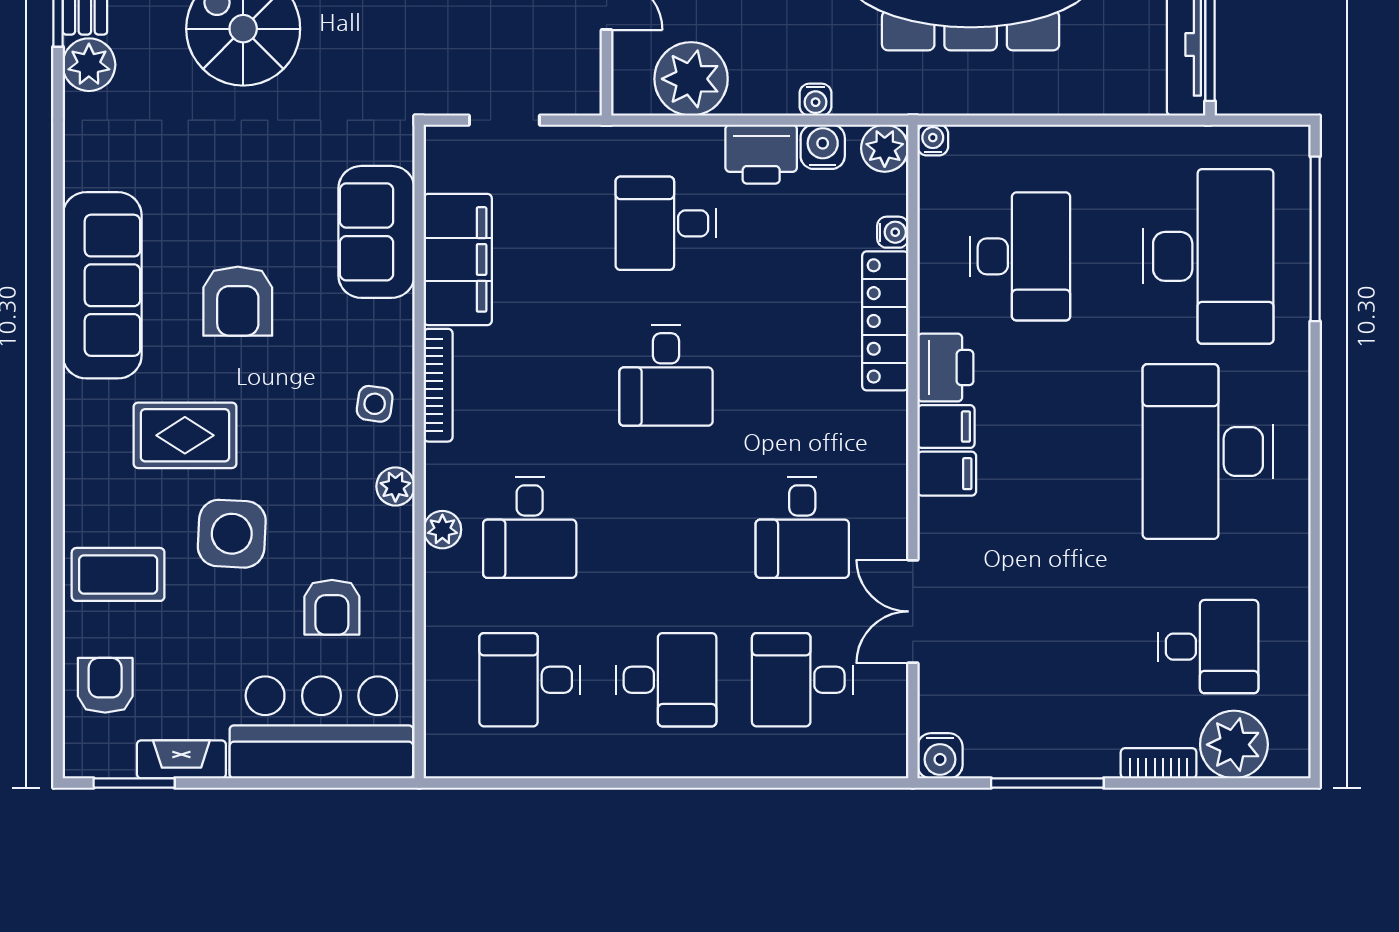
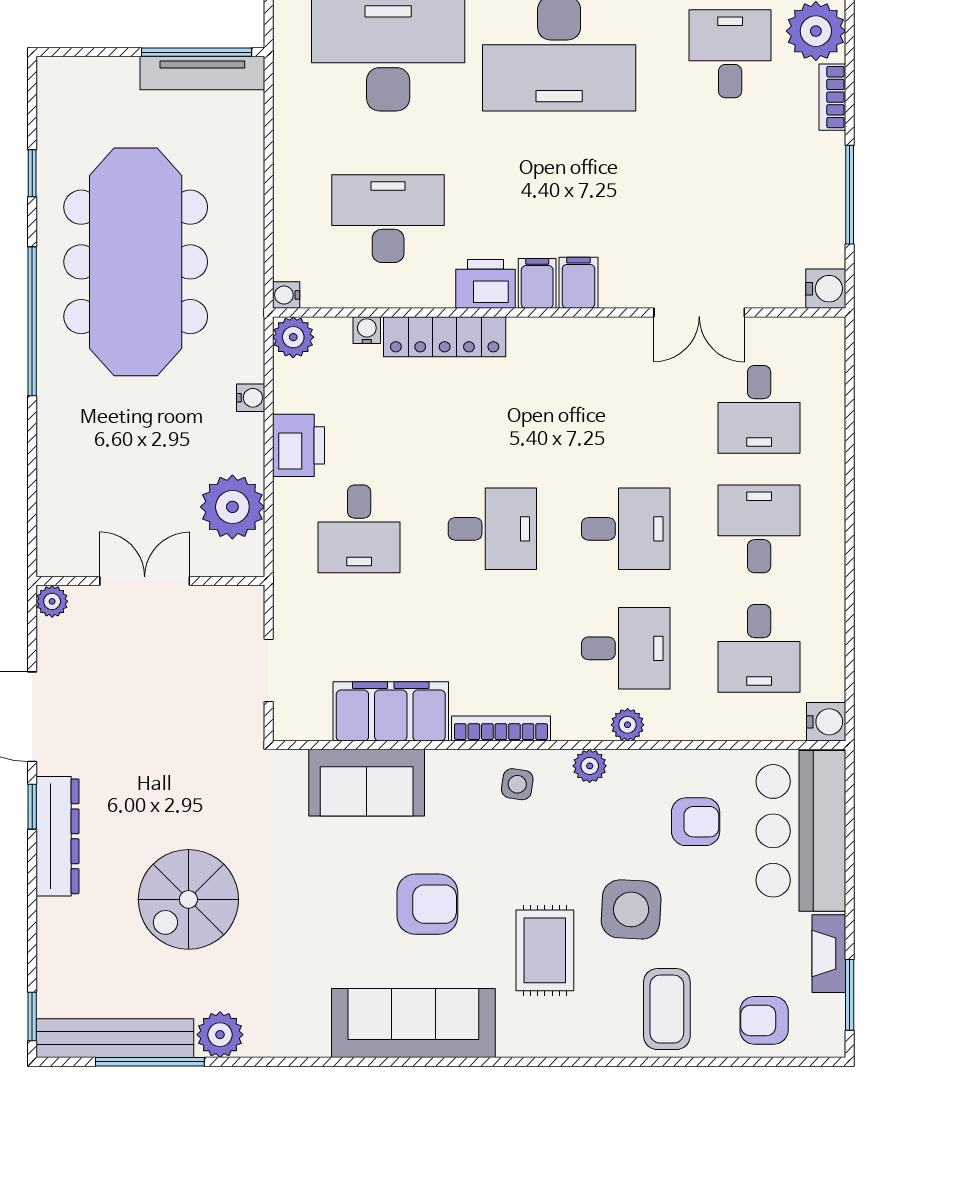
water cooler: (823, 147) -> (826, 722), moved, turned 180
desk: (802, 528) -> (626, 529), moved

